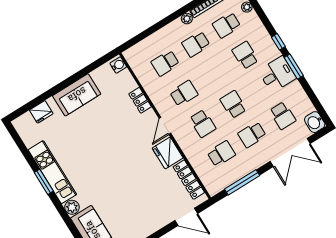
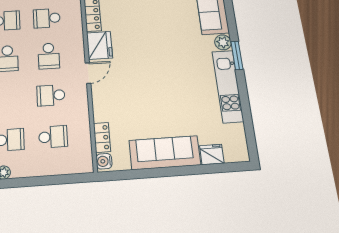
sofa: (77, 95) -> (165, 153), width x1.36
locker: (140, 100) -> (102, 137), moved
school desk: (203, 123) -> (49, 56), turned 180
window: (44, 182) -> (237, 55), moved

